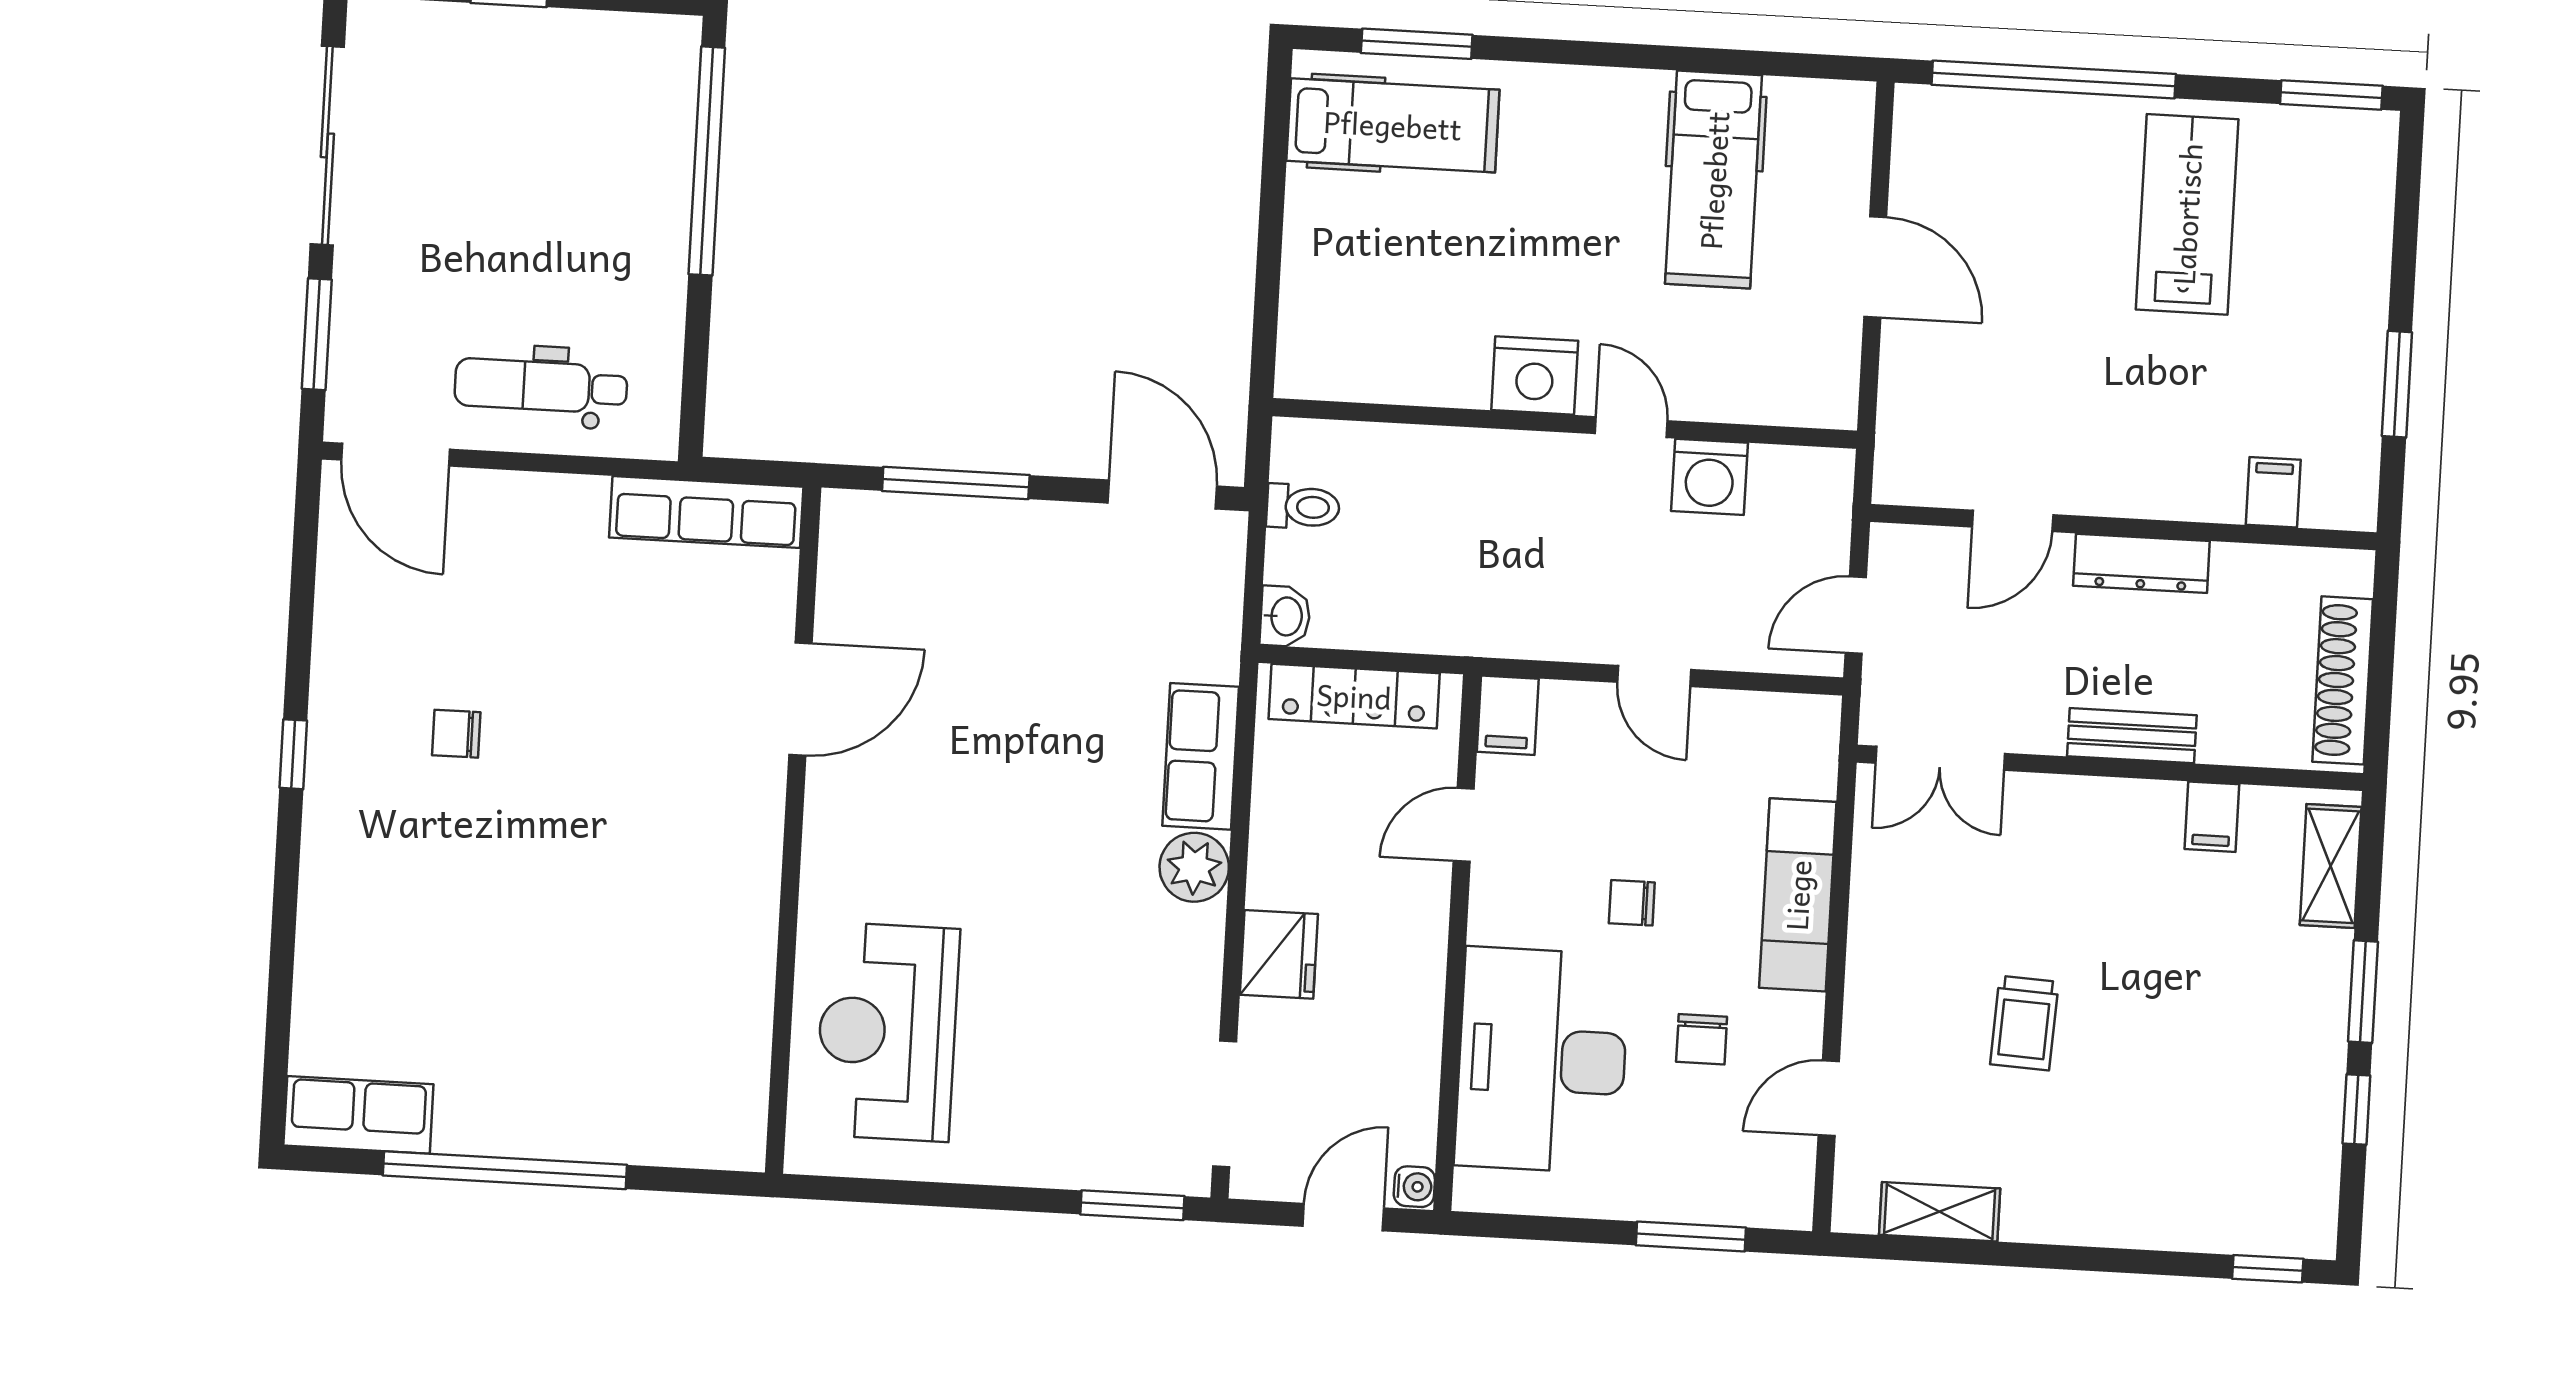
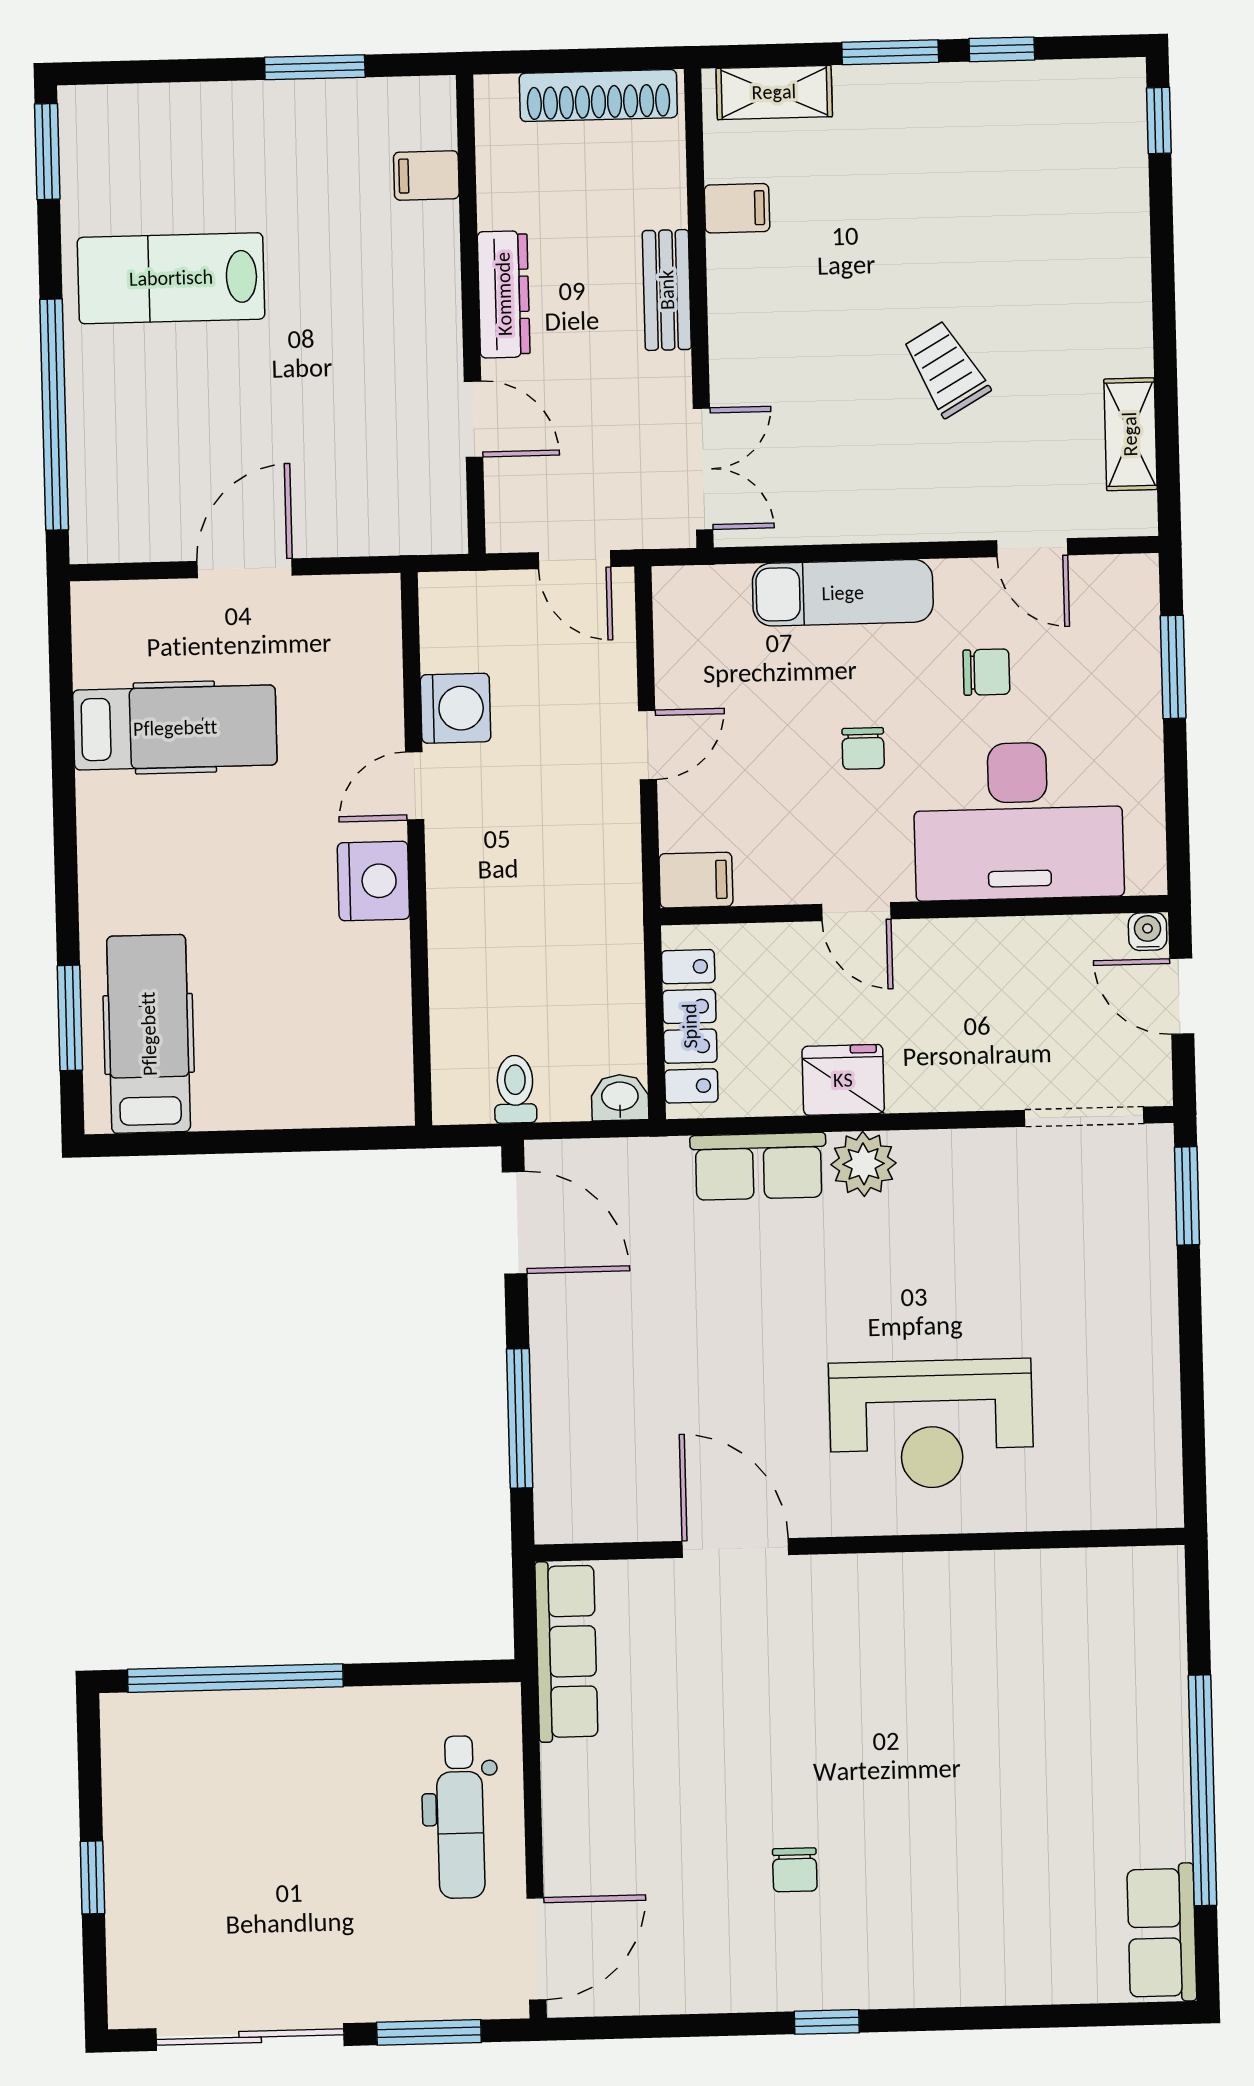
door: (1162, 494) -> (515, 1223), swing flipped
door: (1464, 825) -> (856, 912), moved
fridge: (1279, 954) -> (843, 1080), moved
trolley: (2024, 1023) -> (946, 369), turned -123
reception desk: (887, 1032) -> (931, 1424), moved

